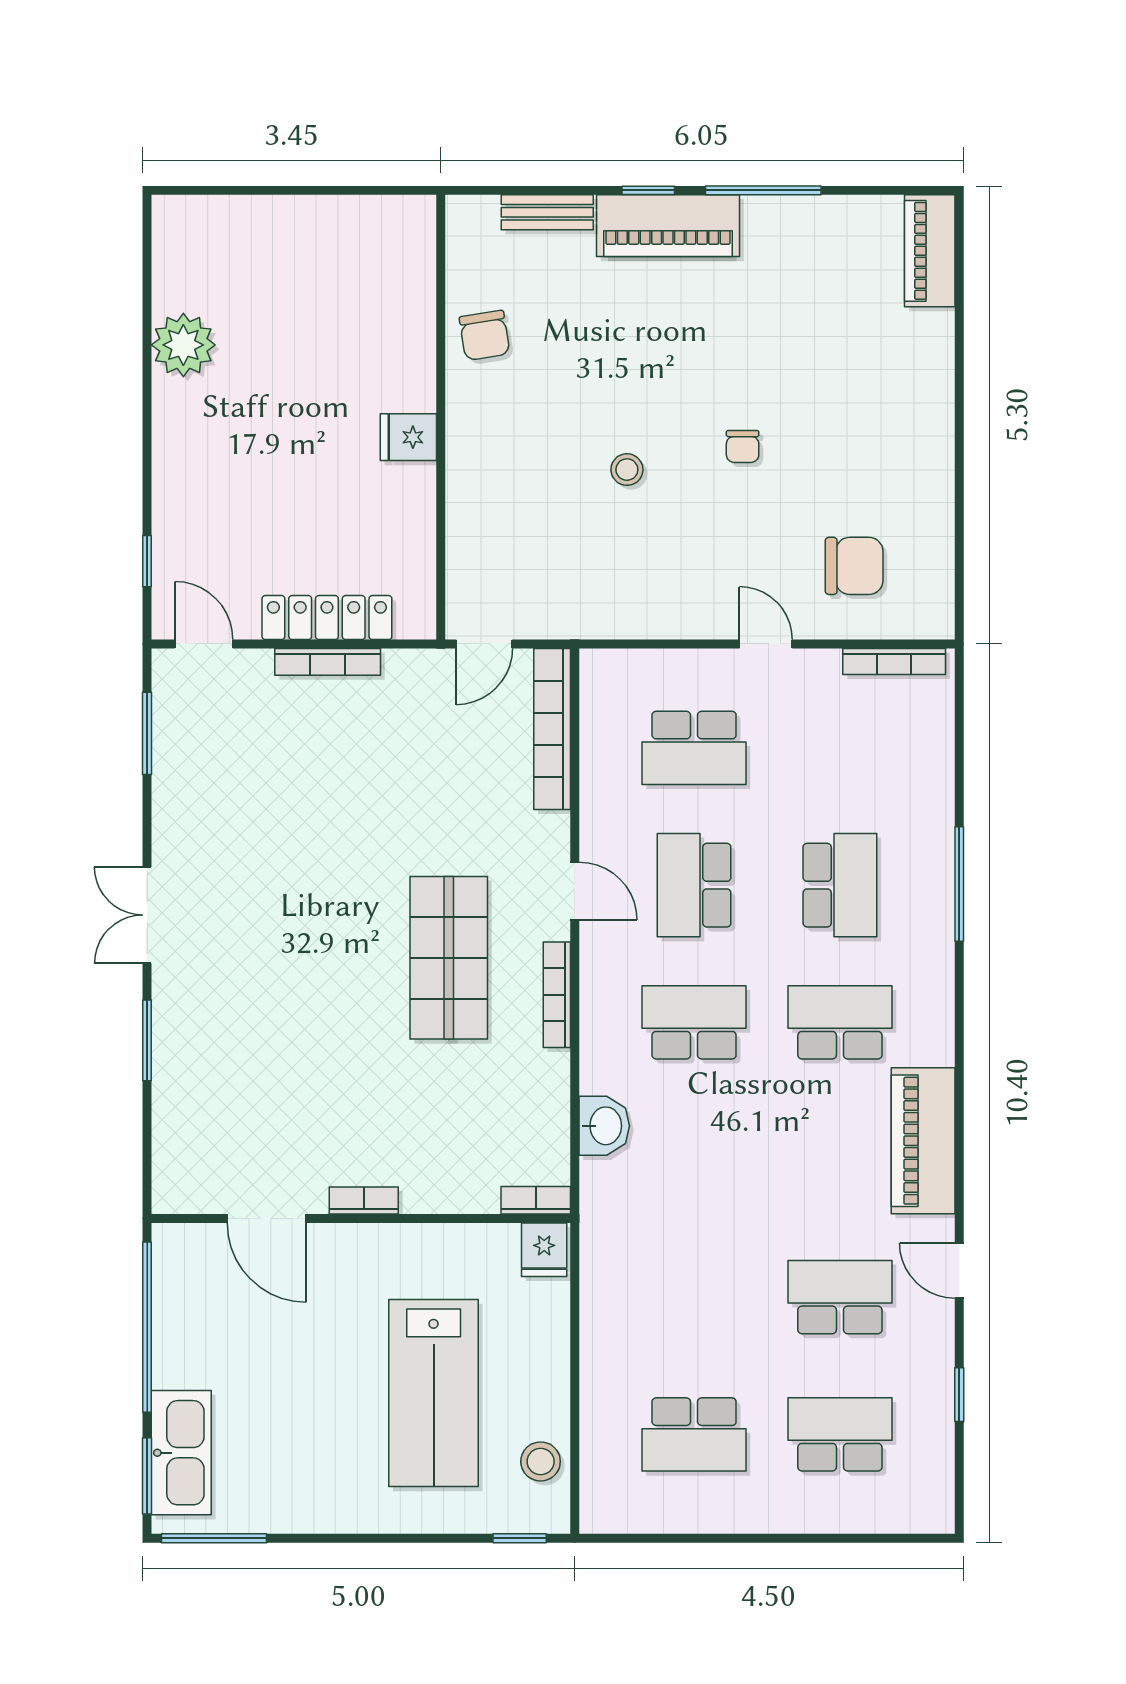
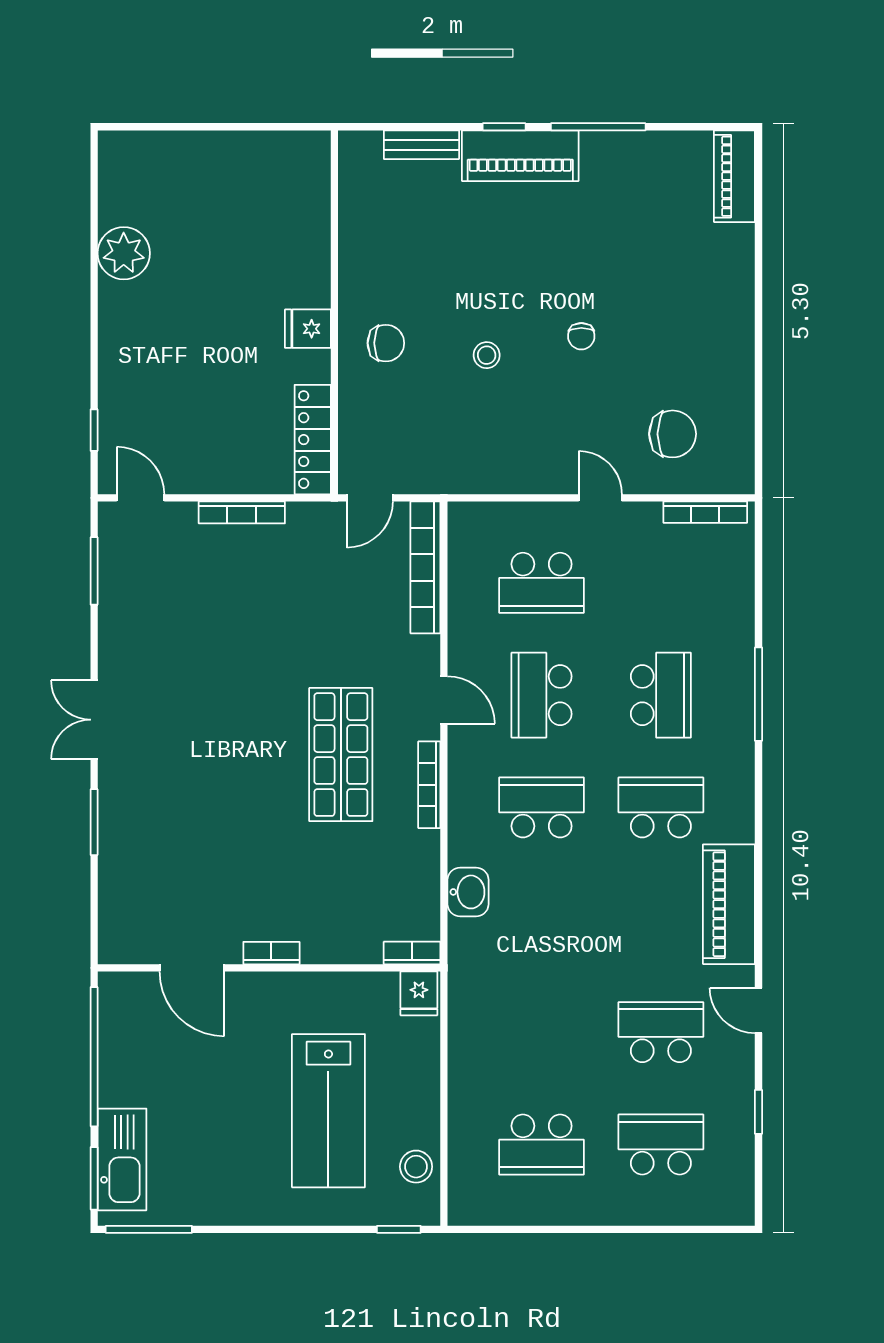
chair: (484, 335) -> (386, 343), moved, turned -81
locker: (327, 618) -> (313, 440), moved, turned -90

